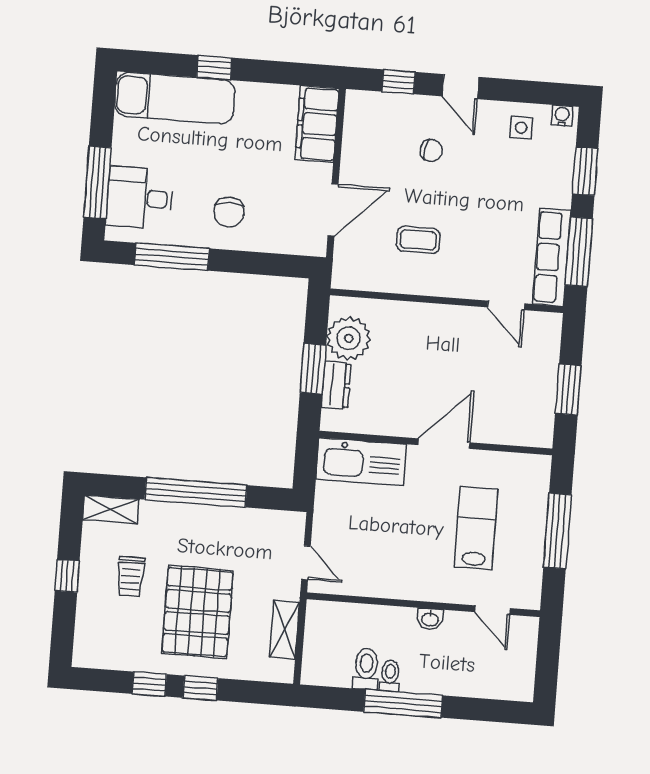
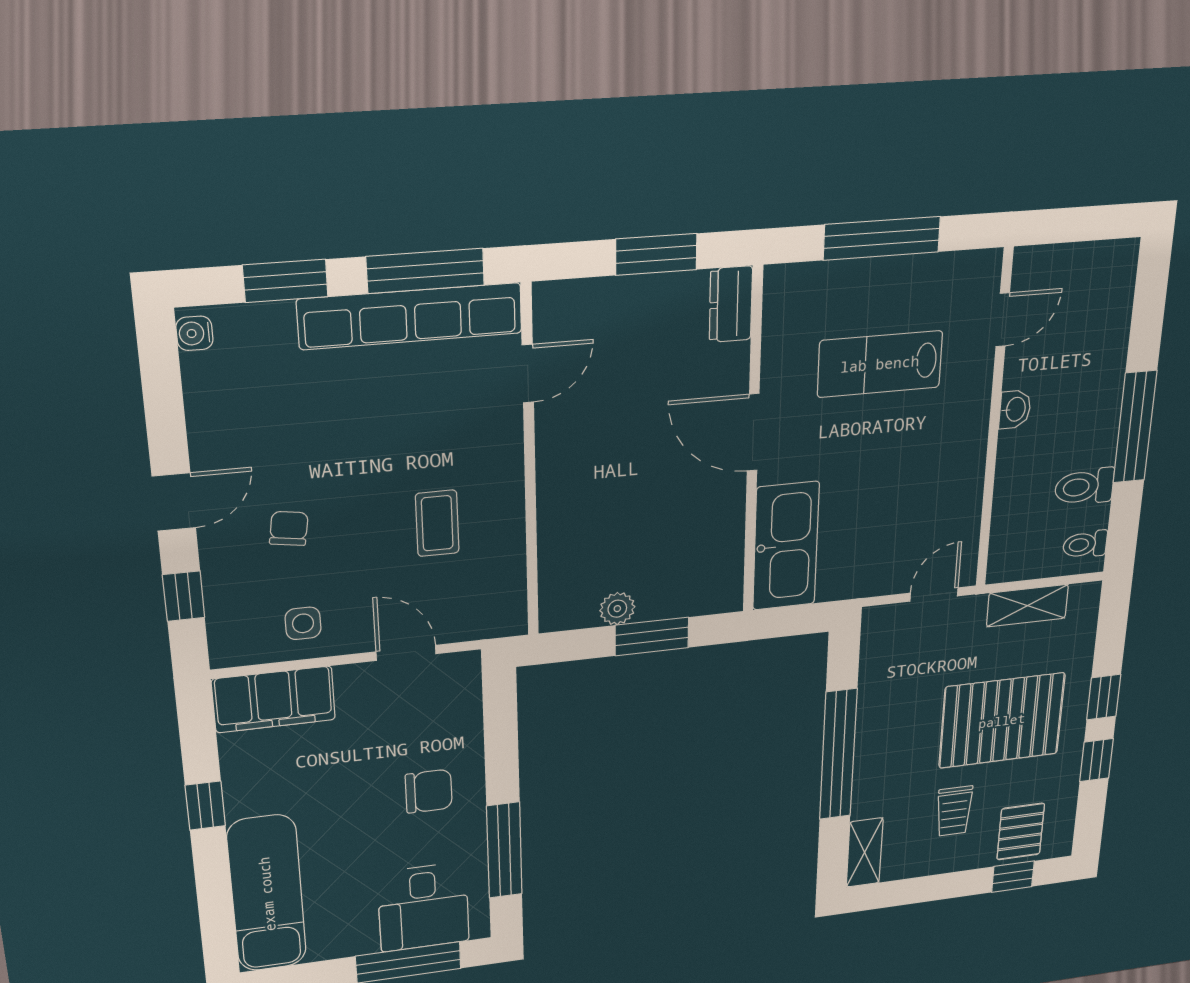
window: (214, 68) -> (205, 806), moved
side table: (521, 128) -> (303, 623), moved
door: (333, 210) -> (406, 653), width x0.73
row of seats: (552, 257) -> (410, 316), width x1.36
plant: (349, 338) -> (617, 609), width x0.53, depth x0.53
dresser: (336, 385) -> (731, 304), moved, turned -90
window: (67, 576) -> (1013, 877), moved
trolley: (131, 577) -> (954, 811), turned 90
pallet: (102, 627) -> (1021, 832), added
toilet: (390, 676) -> (1085, 544), moved

